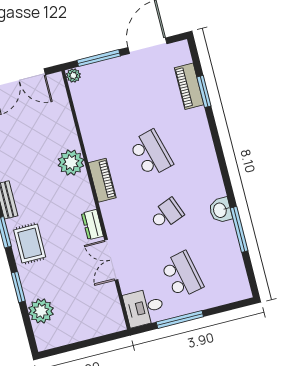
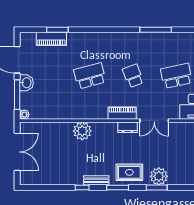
piano: (102, 180) -> (122, 113), moved
washbasin: (220, 210) -> (26, 83), moved, turned -90
plant: (41, 311) -> (159, 176), moved

